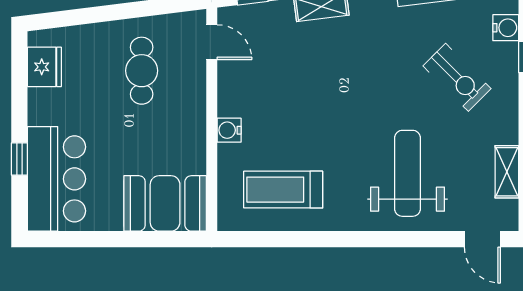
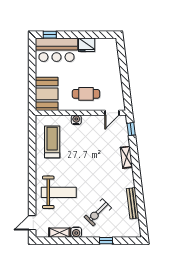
water cooler: (506, 28) -> (76, 232), moved
fridge: (44, 67) -> (87, 45), moved
cafe table: (142, 71) -> (86, 94), moved
window: (19, 159) -> (50, 35), moved

